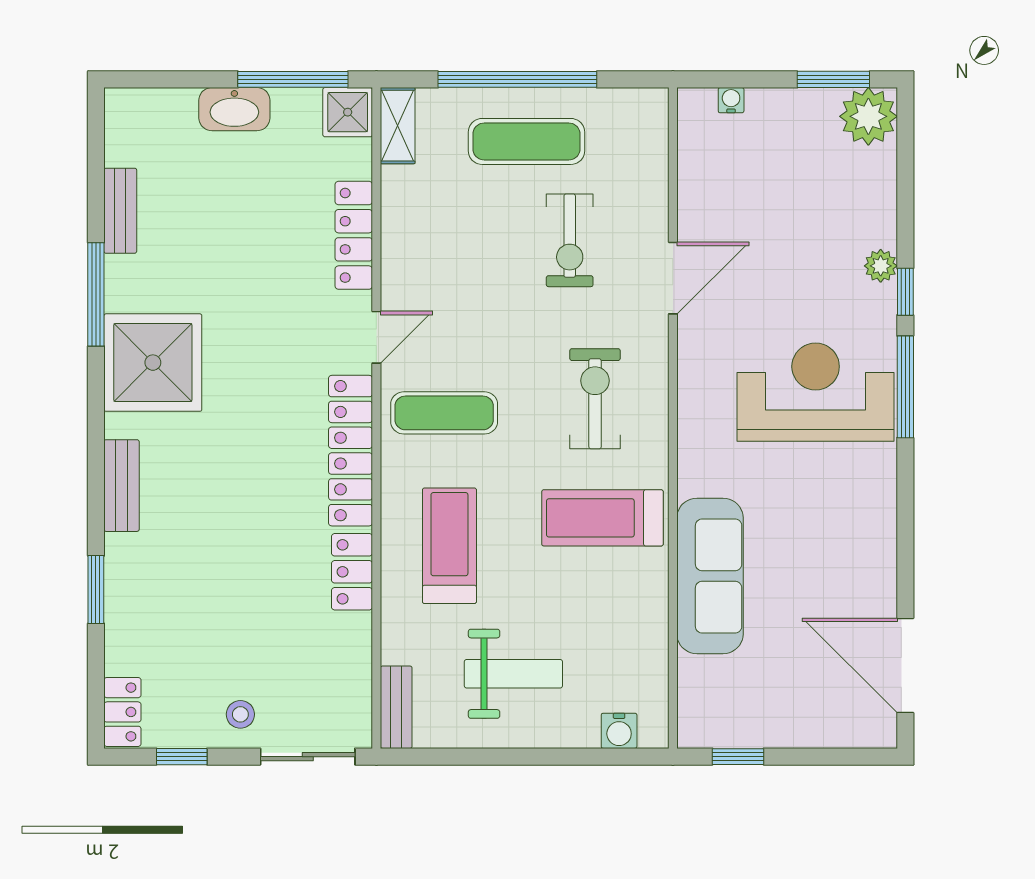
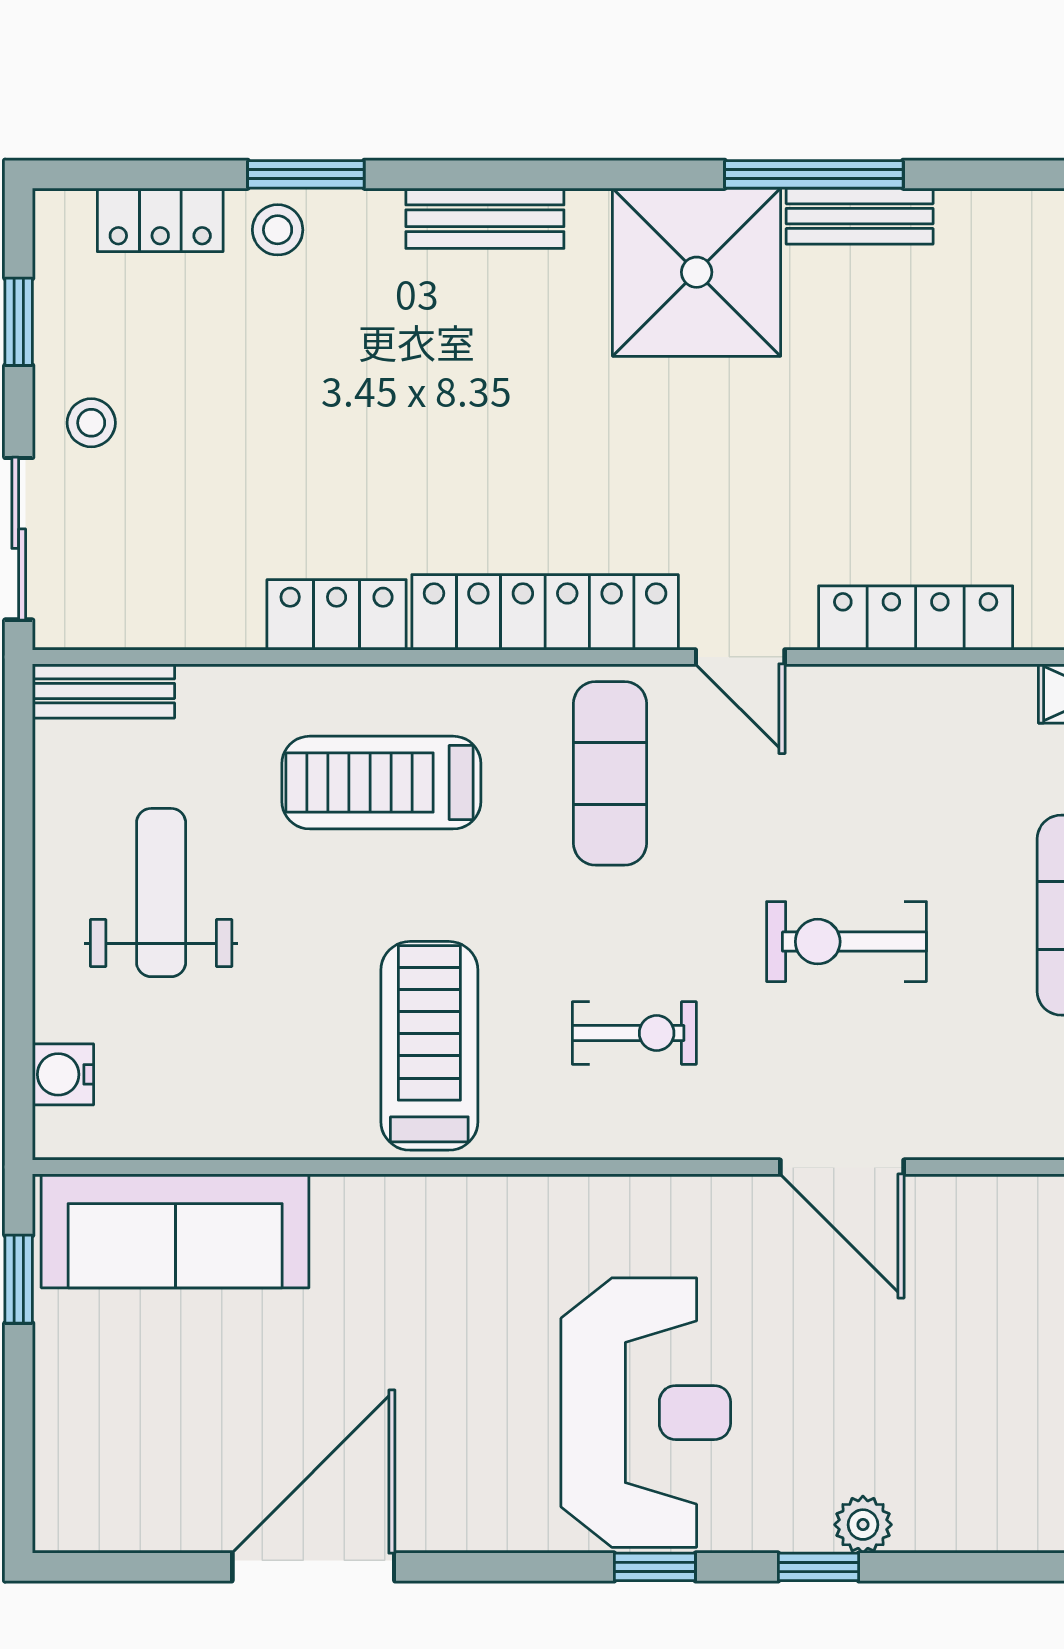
bench: (120, 211) -> (860, 216), moved
exercise bike: (570, 240) -> (846, 942), moved
window: (905, 387) -> (655, 1567), width x0.46
exercise bike: (595, 399) -> (634, 1033), width x0.73, depth x0.72
treadmill: (449, 546) -> (381, 783), turned 180
sofa: (710, 576) -> (175, 1231), moved
stool: (128, 606) -> (278, 230), added
door: (905, 665) -> (313, 1567), moved
weight bench: (513, 674) -> (161, 893), turned 180
locker: (122, 712) -> (160, 220), moved

